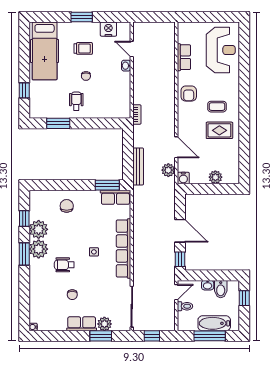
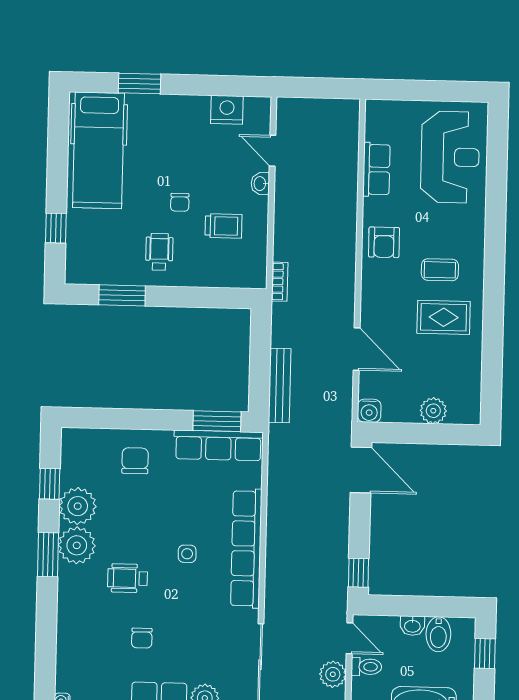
window: (82, 17) -> (139, 84), moved
trolley: (83, 48) -> (224, 226), moved
plant: (168, 170) -> (333, 674), moved
row of seats: (115, 197) -> (218, 445), width x1.48
door: (180, 231) -> (361, 470), moved
door: (176, 292) -> (350, 638), hinge flipped

